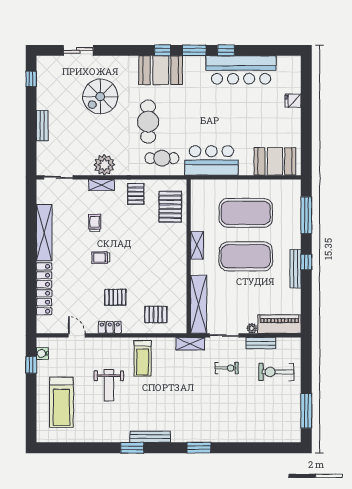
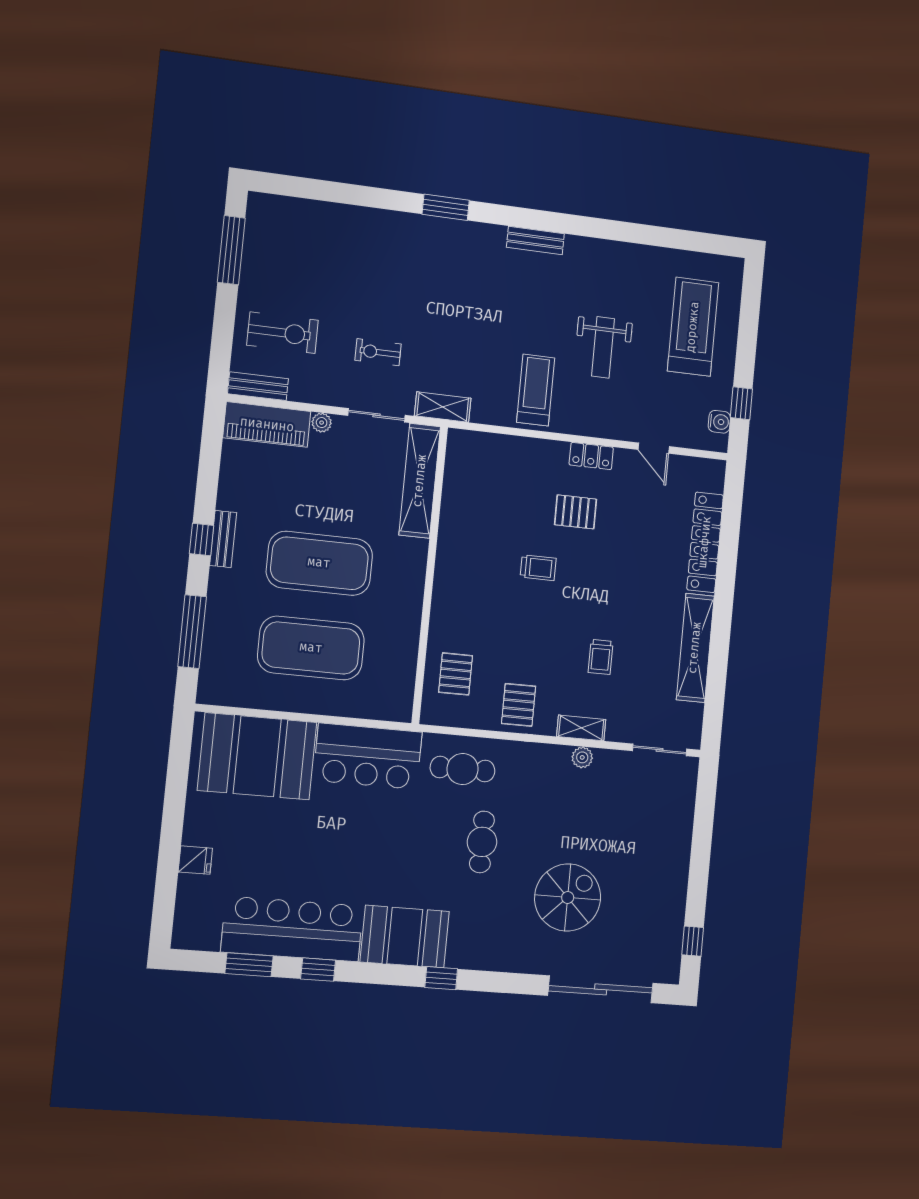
sliding door: (78, 50) -> (601, 989), width x1.86
window: (194, 50) -> (249, 965), moved
booth: (161, 70) -> (405, 937), moved
cafe table: (148, 122) -> (482, 842), width x0.73, depth x0.74
bench: (42, 126) -> (680, 851), removed
booth: (275, 161) -> (257, 756), width x1.36, depth x1.42
plant: (104, 165) -> (582, 757), width x0.53, depth x0.53
pallet: (170, 207) -> (456, 674), width x0.67, depth x0.71
shelving: (197, 245) -> (412, 595), removed
trolley: (101, 258) -> (538, 568), moved
bench: (296, 269) -> (223, 539), width x0.73
pallet: (156, 314) -> (503, 471), removed
bench: (261, 343) -> (258, 386), moved
weight bench: (109, 385) -> (603, 347), turned 180
bench: (150, 437) -> (535, 241), width x0.73
window: (132, 448) -> (571, 224), removed

